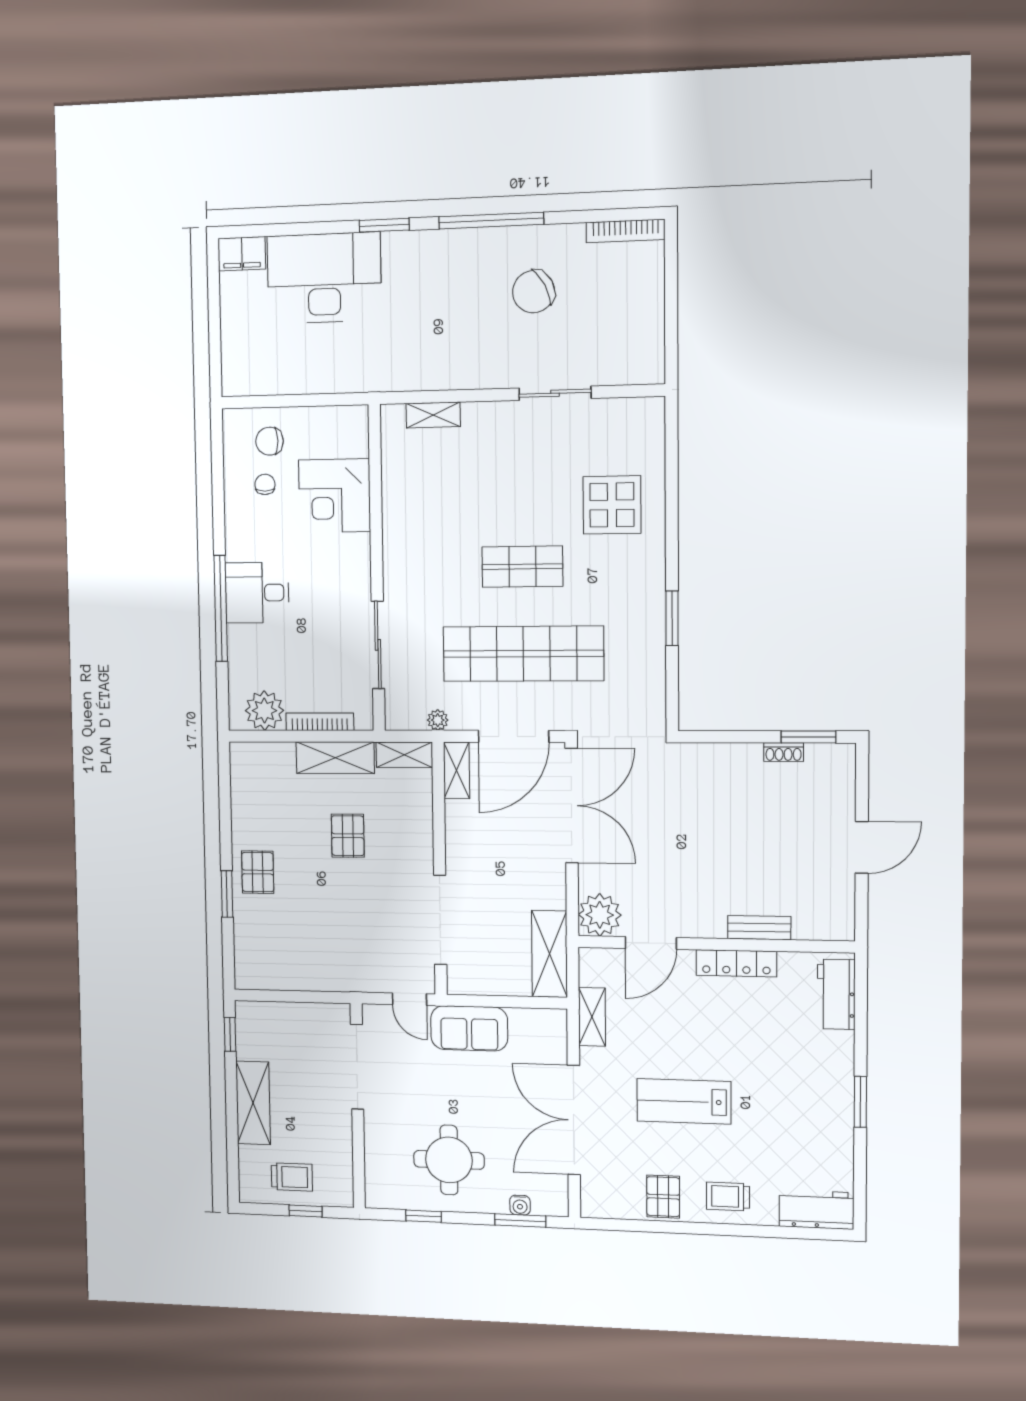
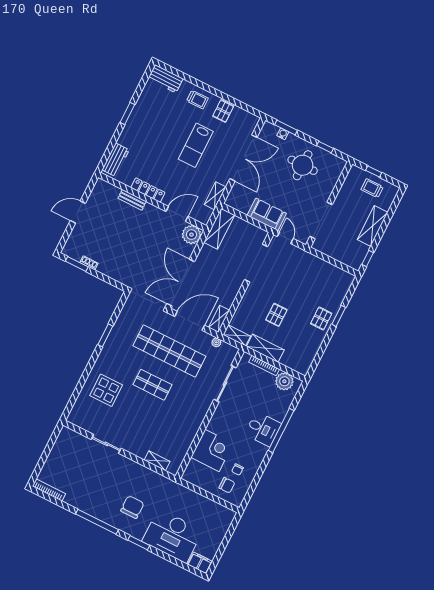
chair: (534, 292) -> (132, 507), moved, turned -62
lab bench: (684, 1101) -> (196, 145), turned 90

